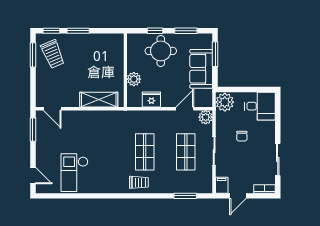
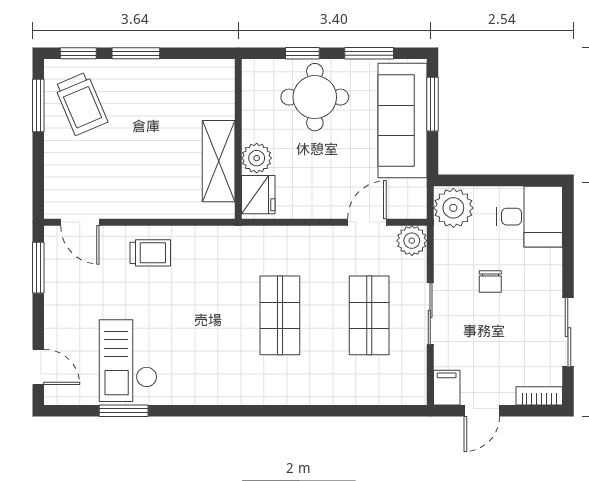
sofa: (201, 69) -> (402, 121), width x1.36
fridge: (151, 99) -> (258, 195), moved, turned 90
shelving: (99, 100) -> (219, 161), moved, turned 90
trolley: (139, 182) -> (150, 253), moved
window: (185, 196) -> (124, 411), moved

